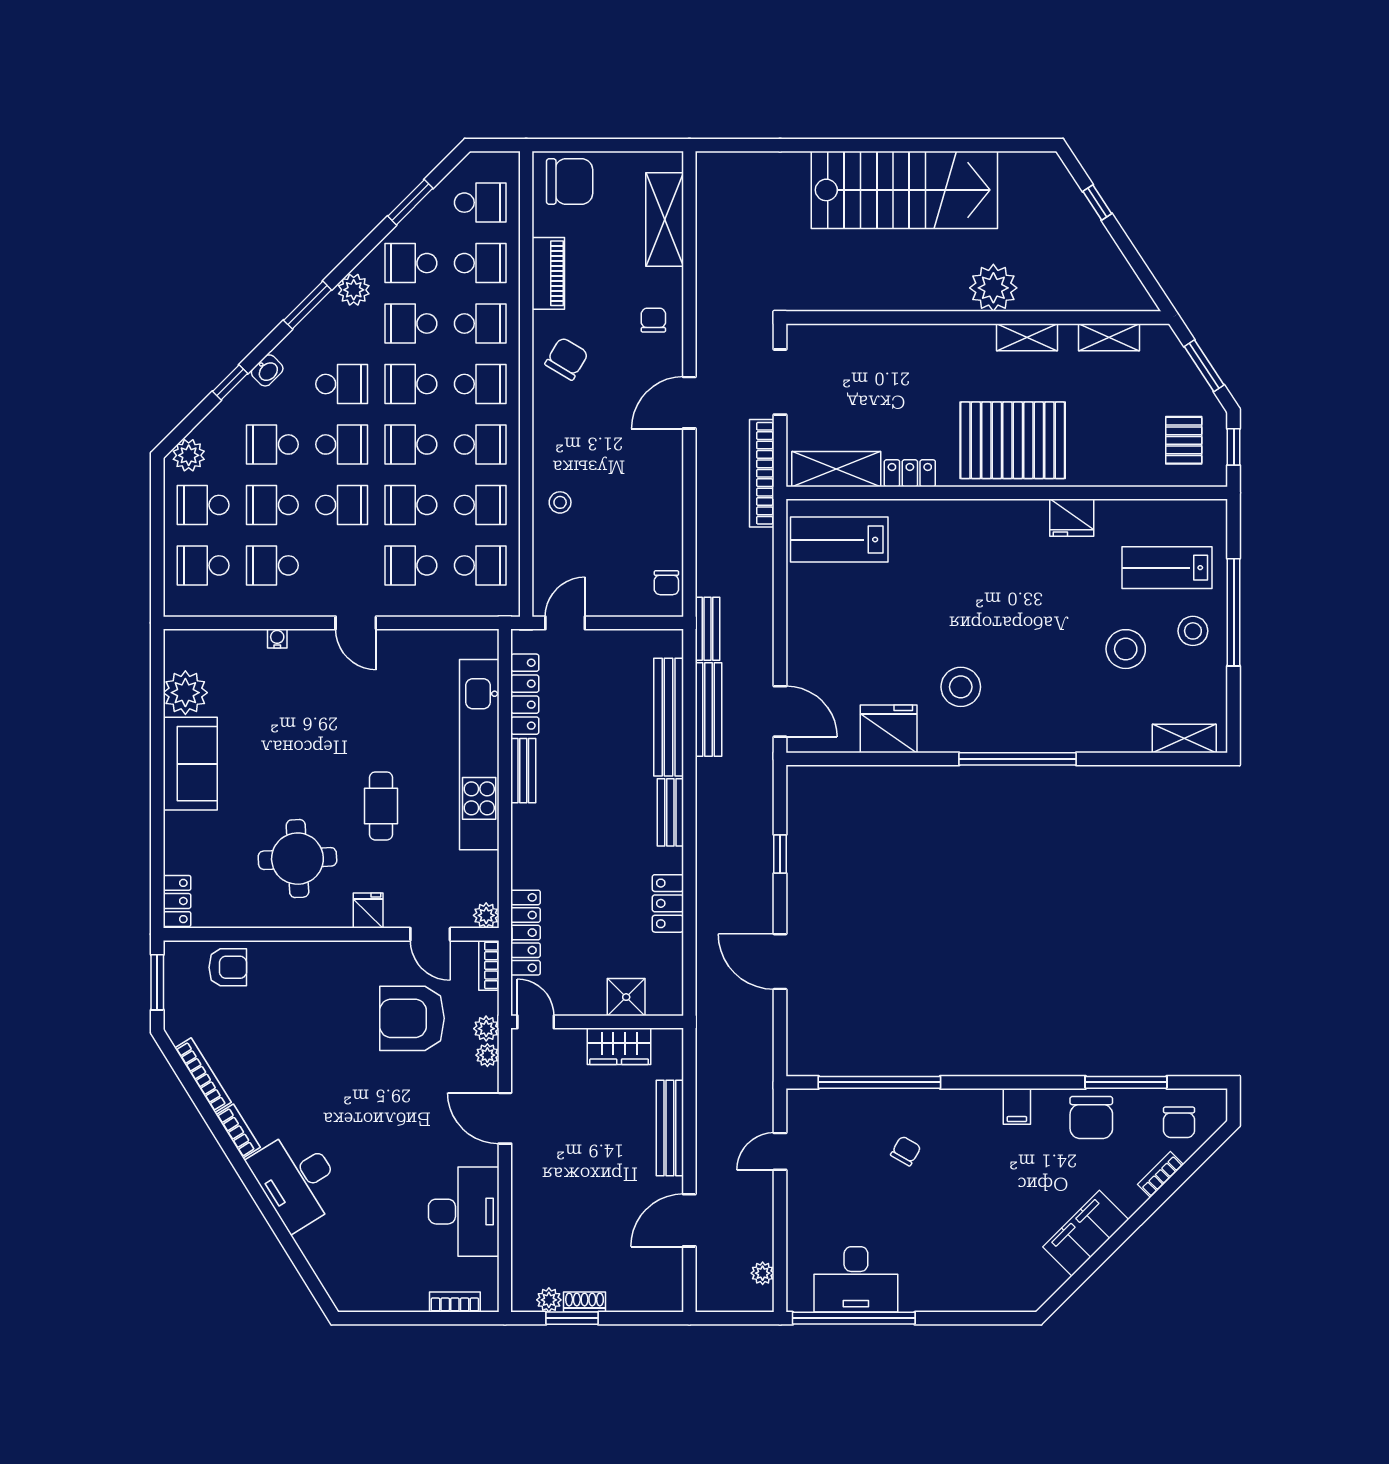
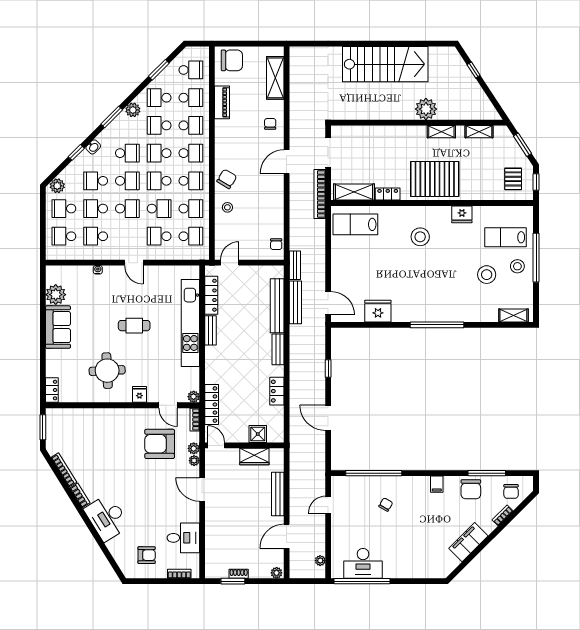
chair: (567, 359) -> (227, 179), moved
school desk: (411, 505) -> (159, 209), turned 180
stool: (961, 687) -> (420, 237), moved
cafe table: (381, 806) -> (134, 326), moved, turned 90
armchair: (228, 967) -> (147, 555), moved
desk: (464, 1212) -> (183, 538), width x0.73
plant: (549, 1300) -> (277, 573), moved

